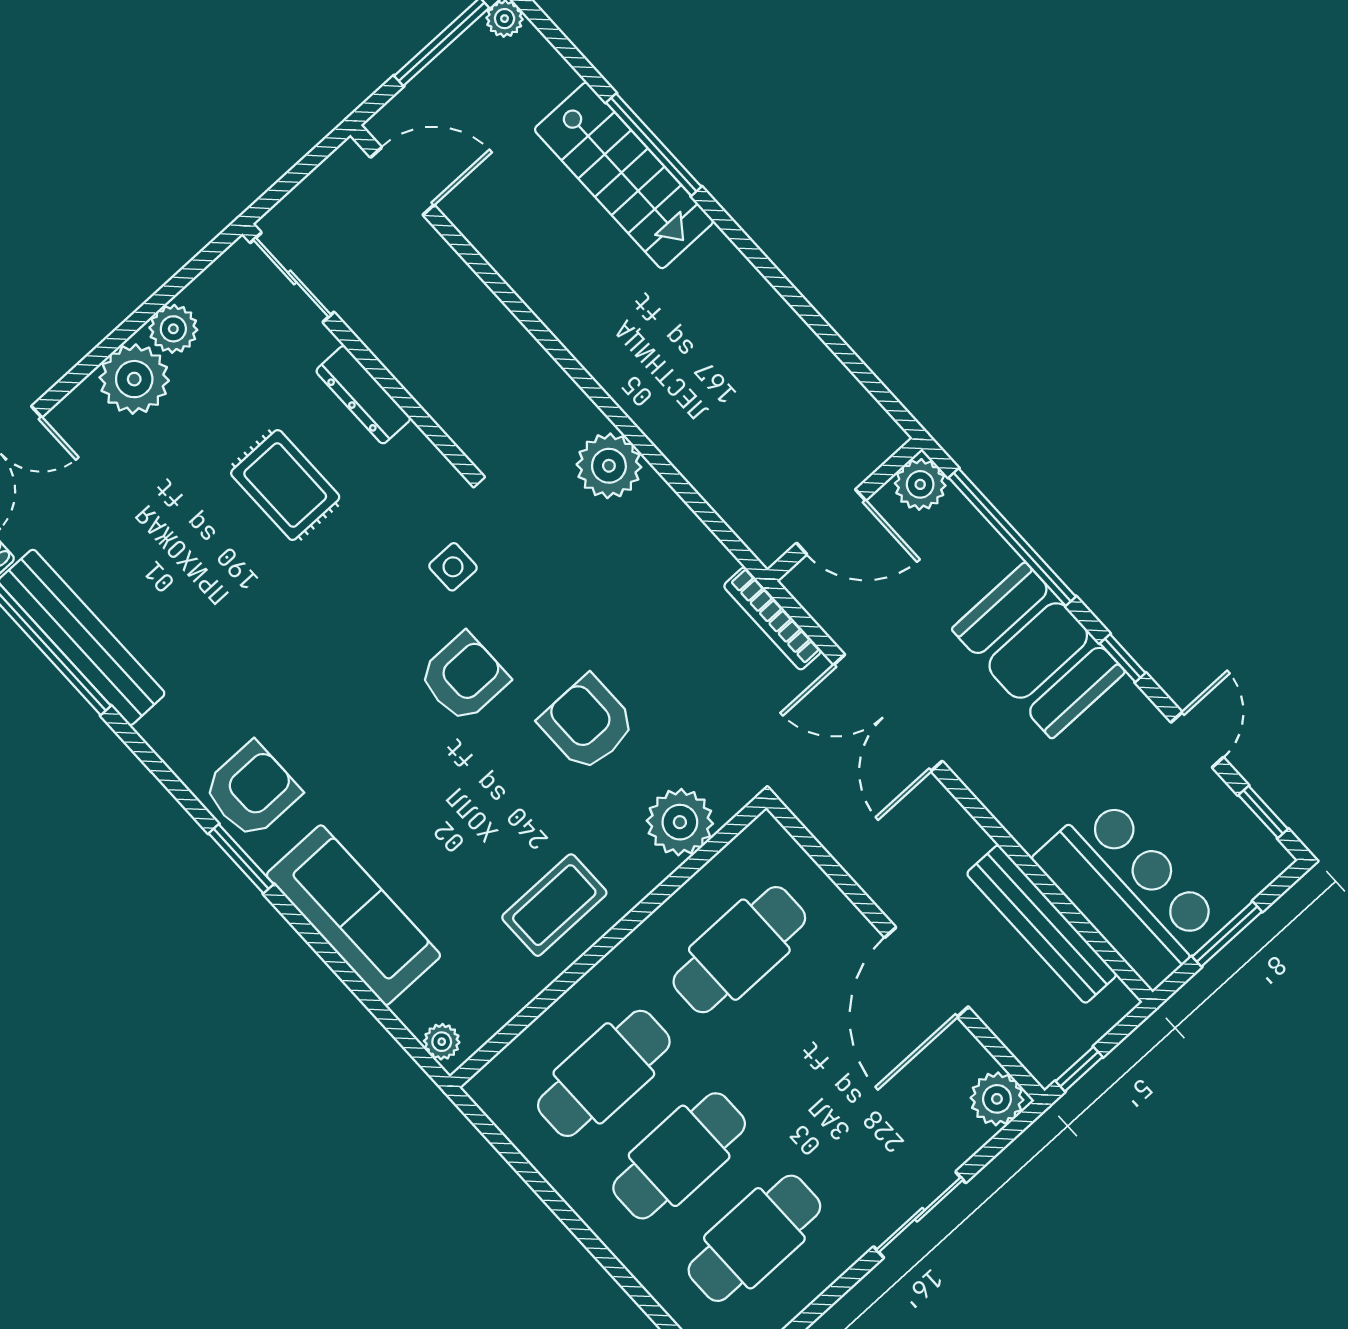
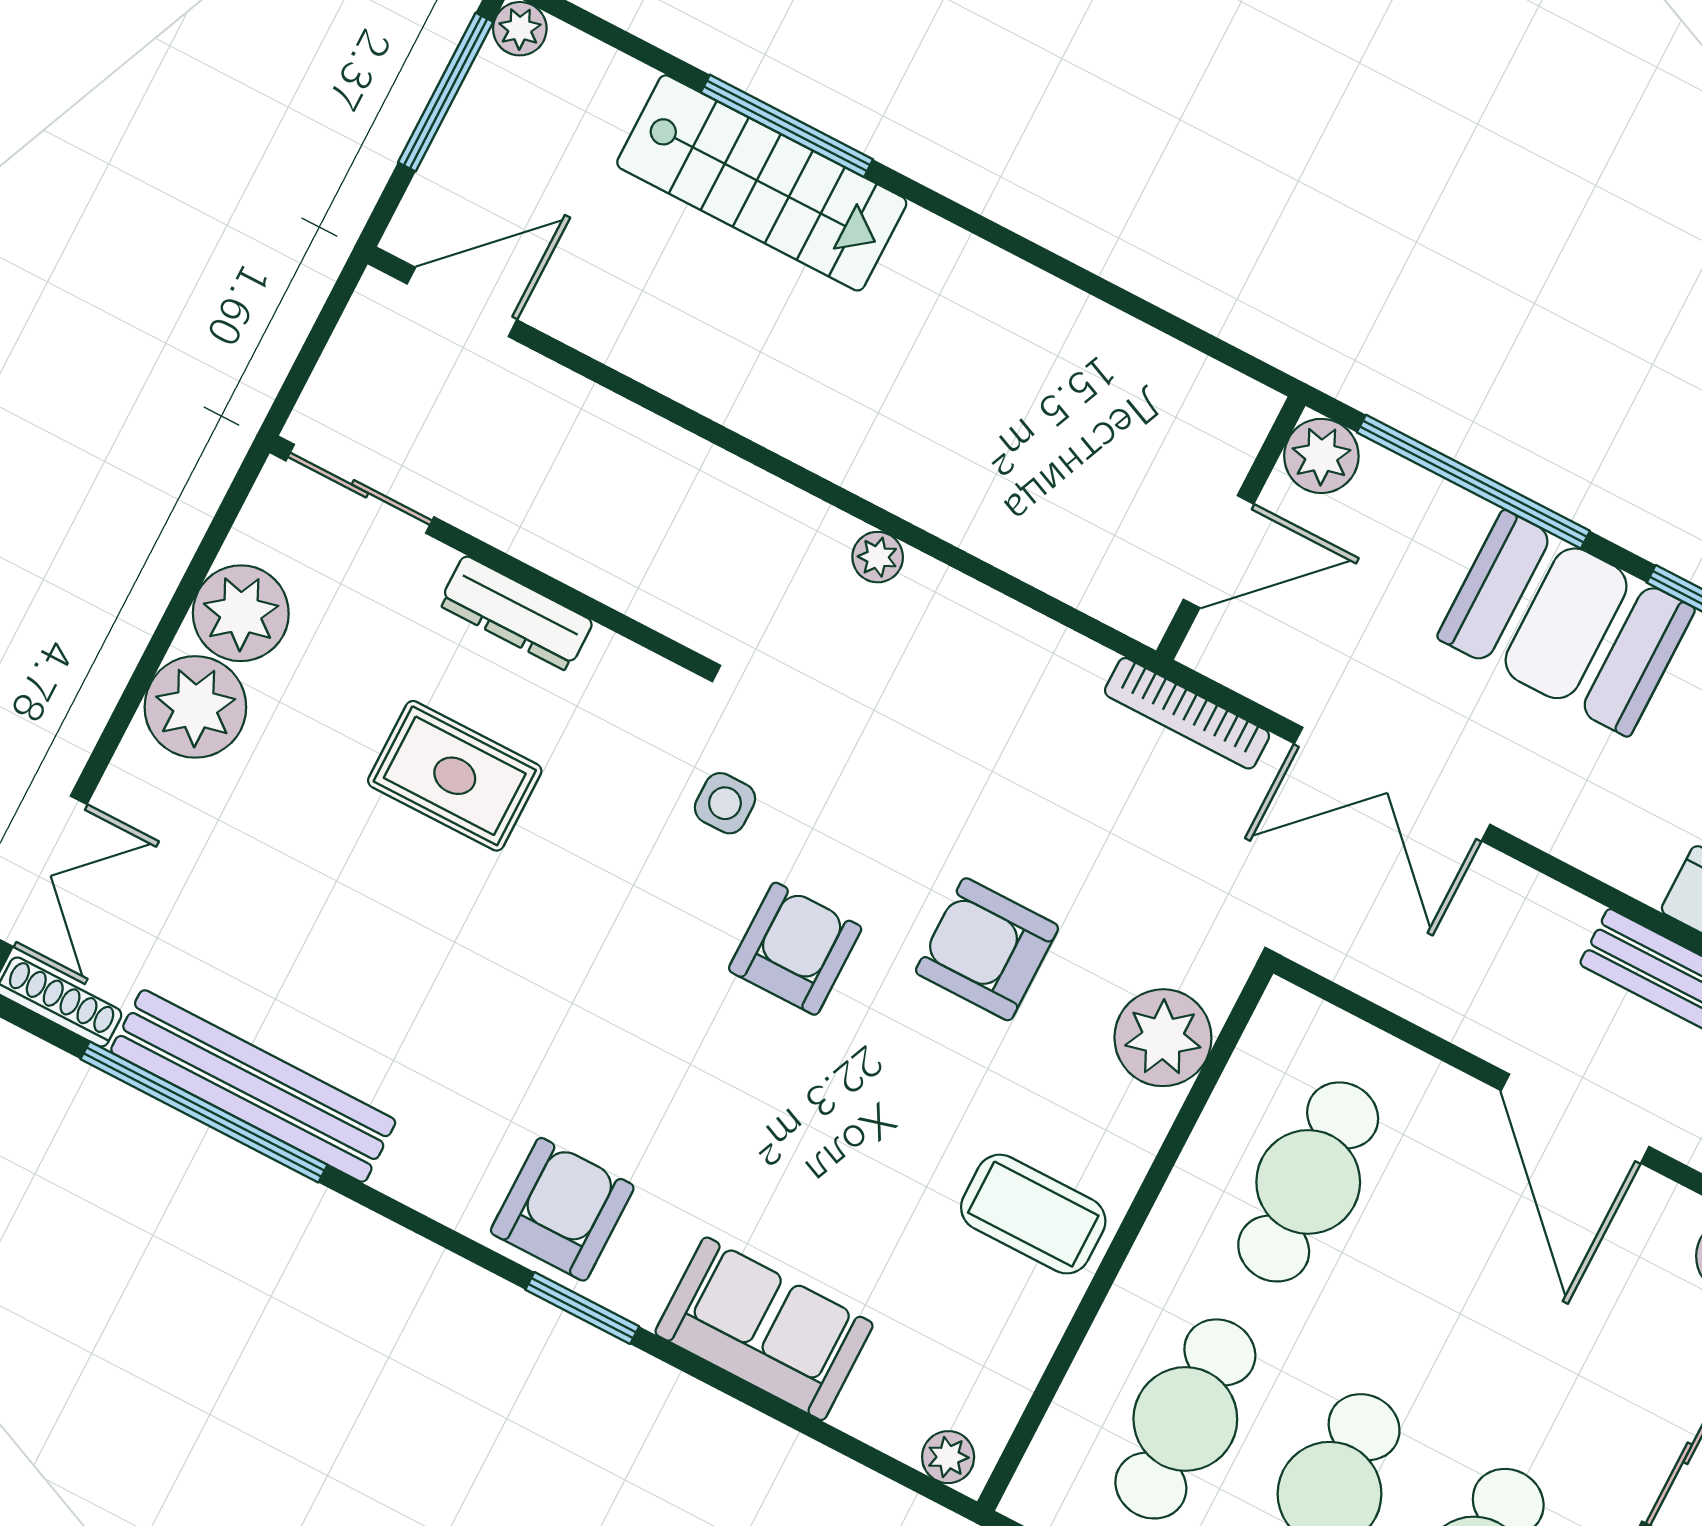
plant: (173, 329) -> (241, 613), width x1.36, depth x1.36
plant: (609, 466) -> (878, 557), width x0.53, depth x0.53
coffee table: (554, 905) -> (1033, 1214), turned 90
sofa: (353, 915) -> (764, 1329), width x0.73

